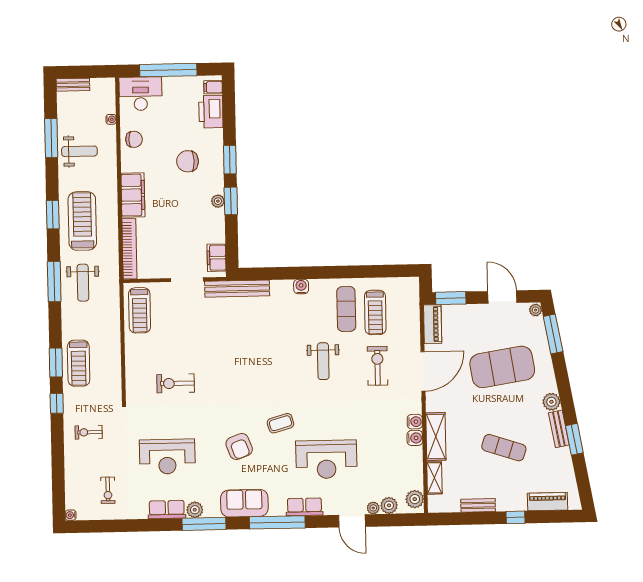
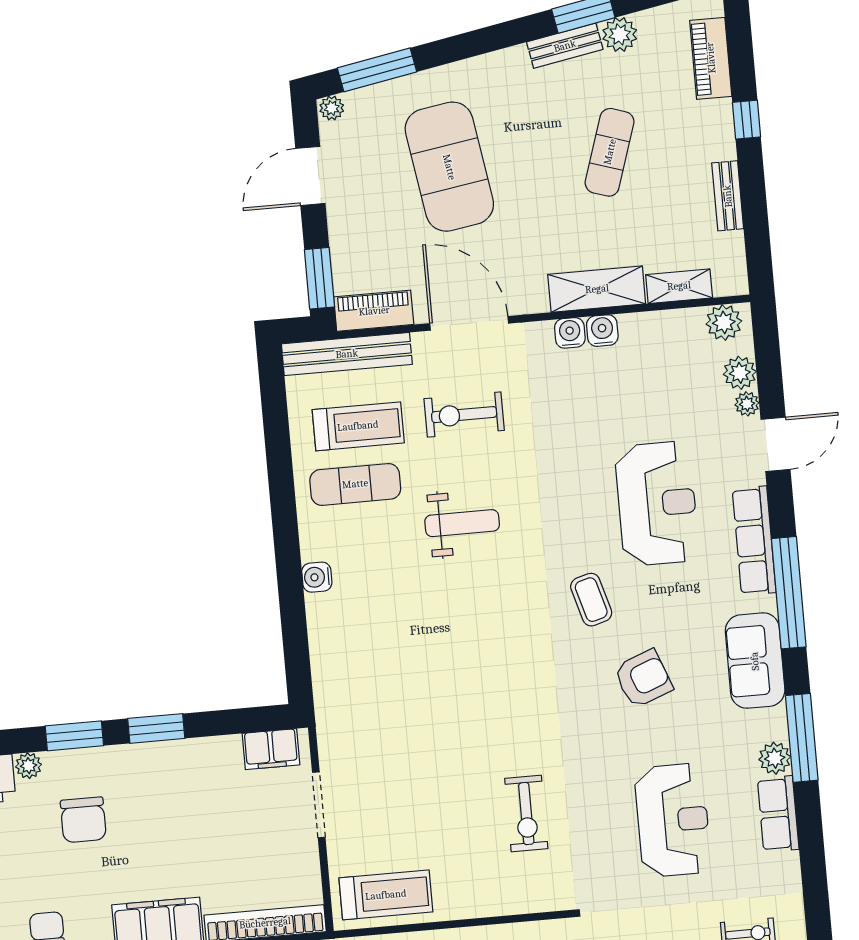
plant: (218, 201) -> (29, 766), moved
bench: (237, 289) -> (347, 354), moved, turned 90
plant: (551, 402) -> (620, 34), moved
row of seats: (304, 507) -> (754, 541), width x1.48

